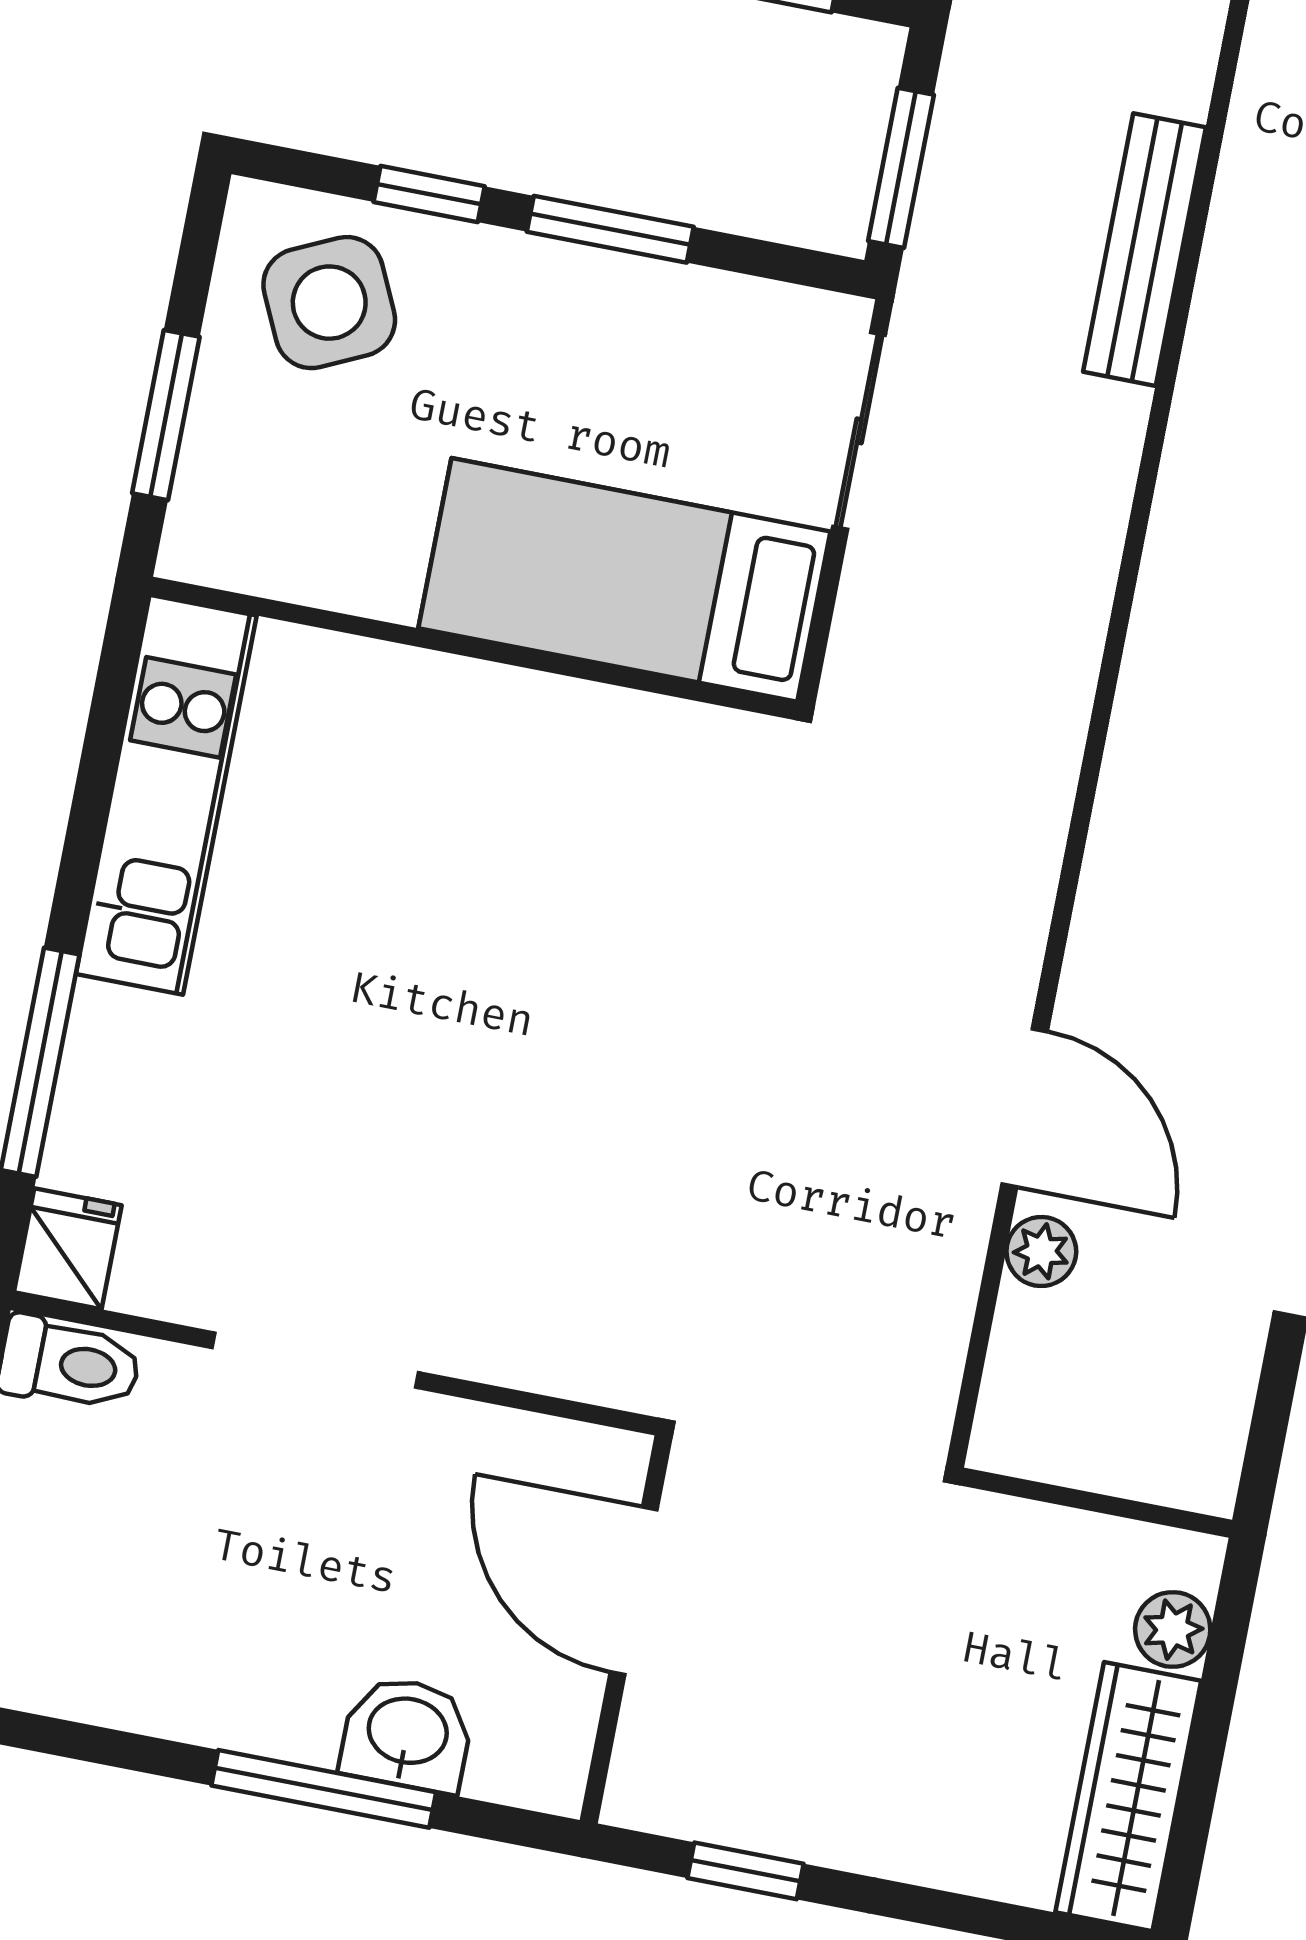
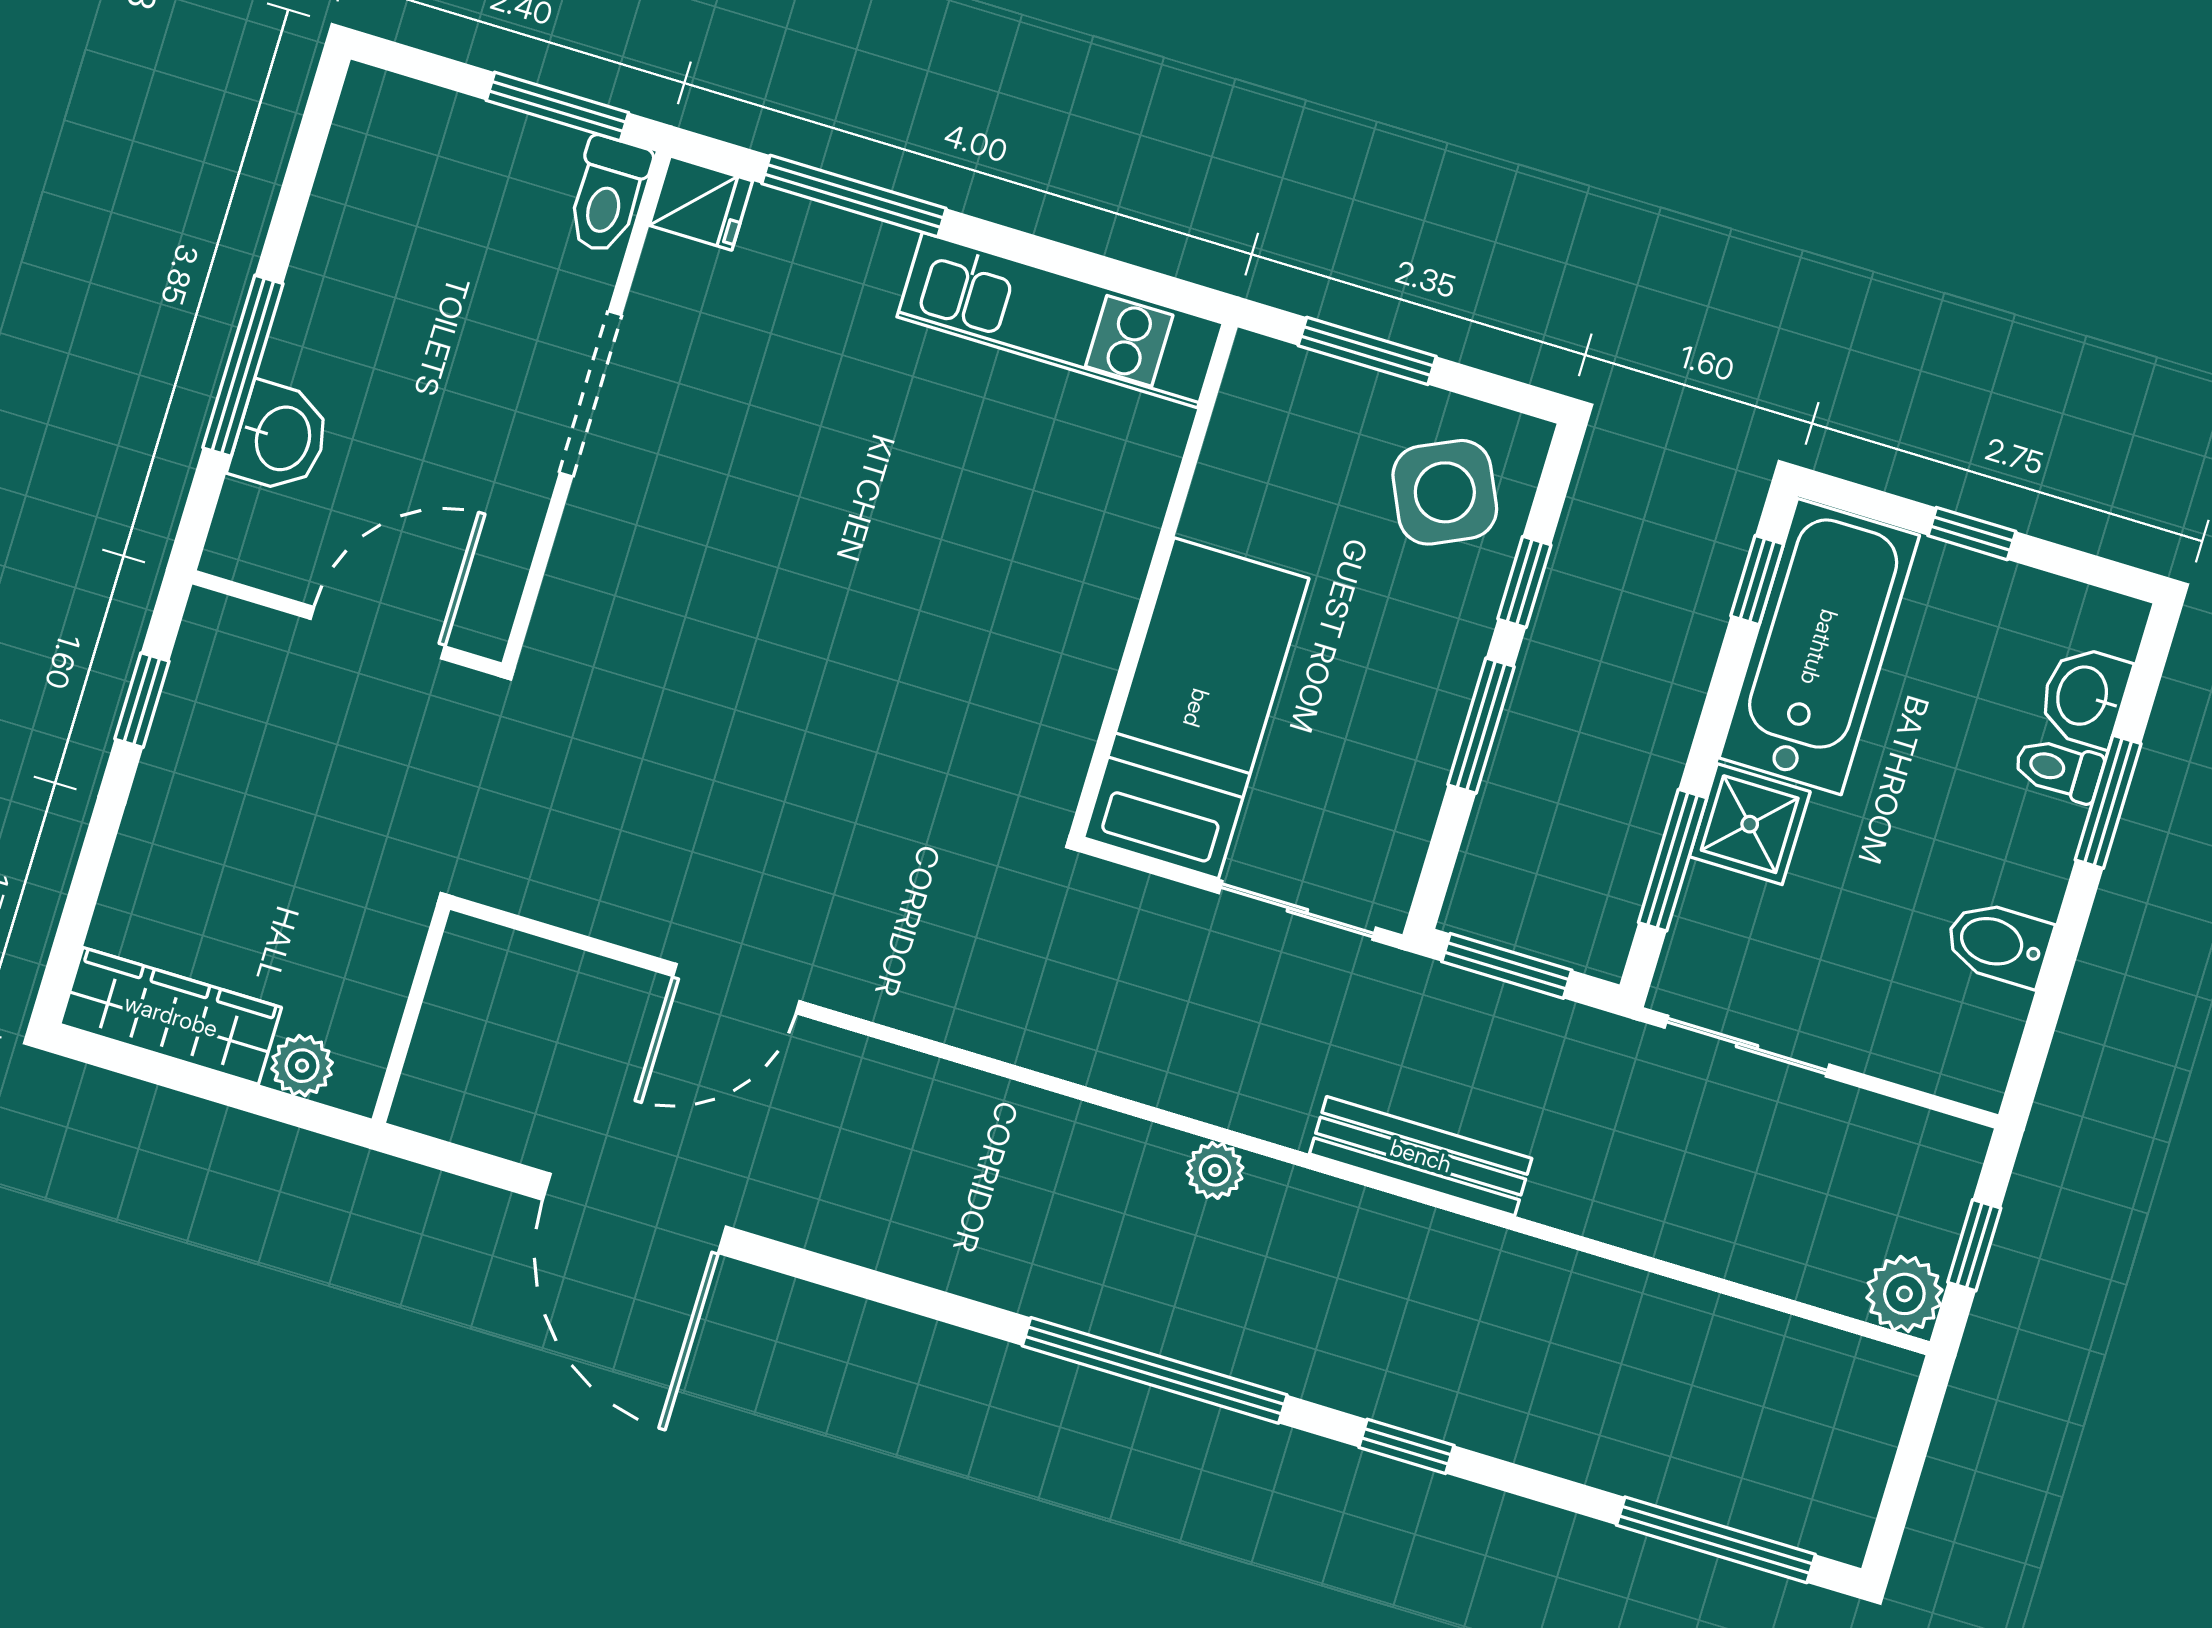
plant: (1041, 1251) -> (1215, 1170), moved

